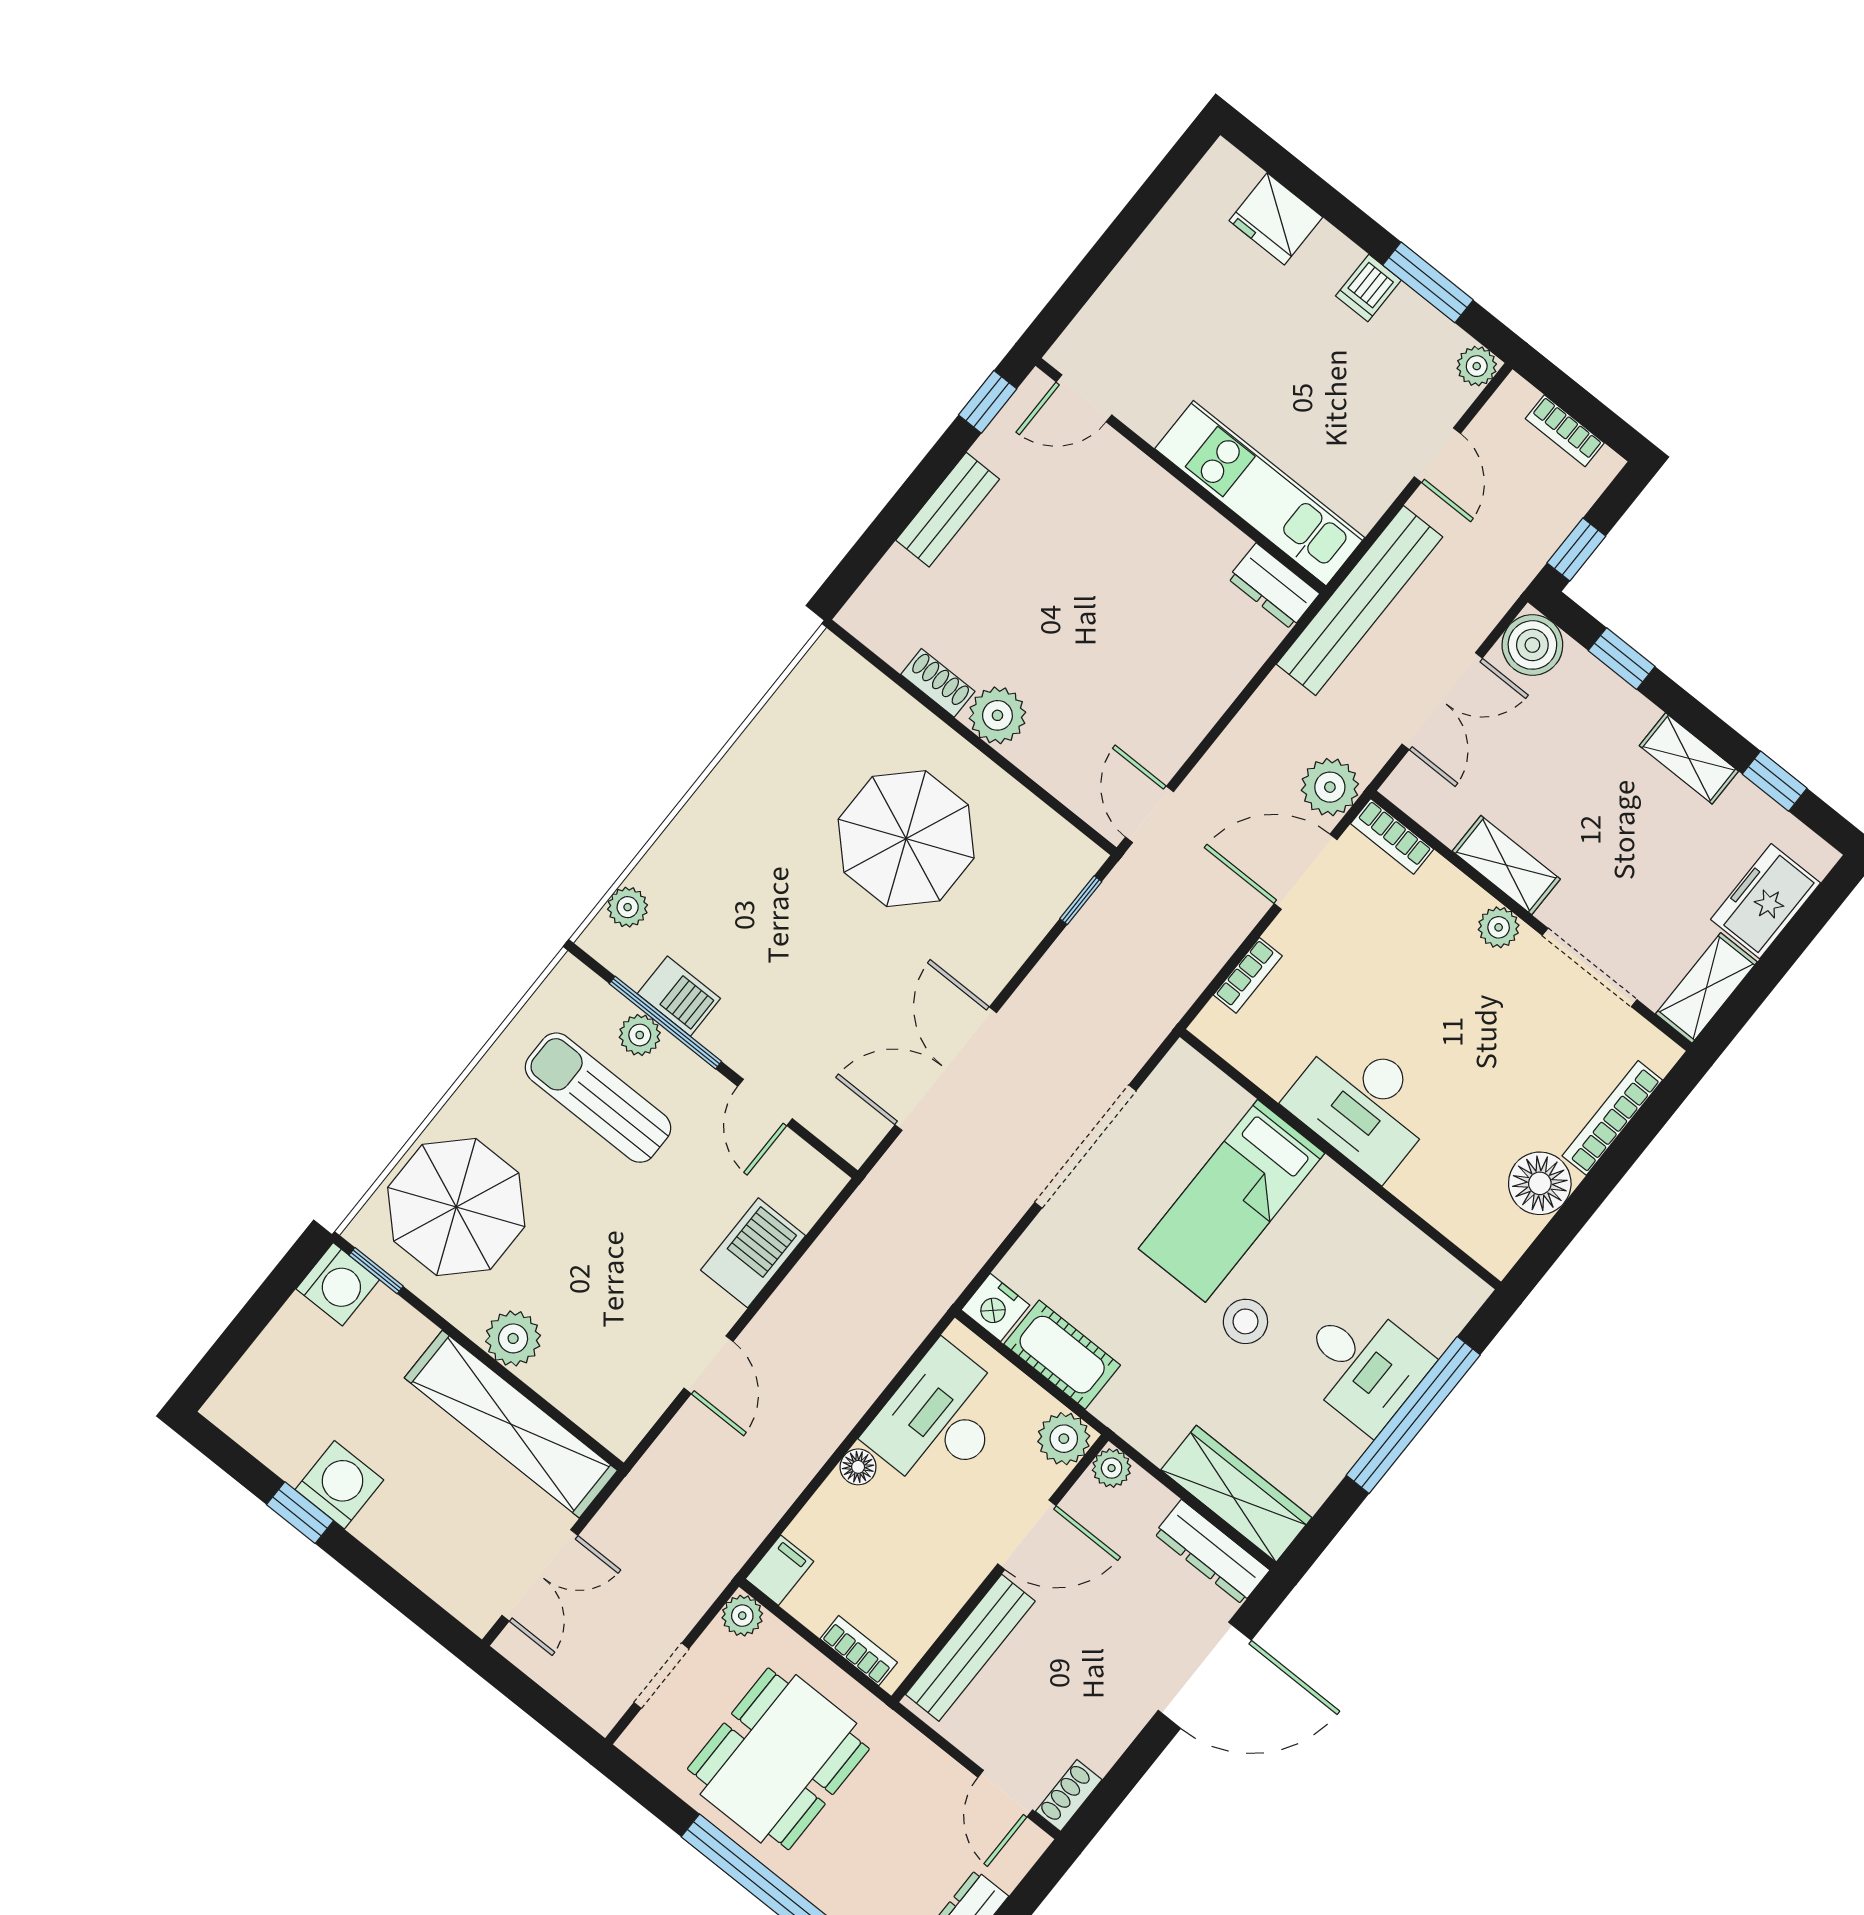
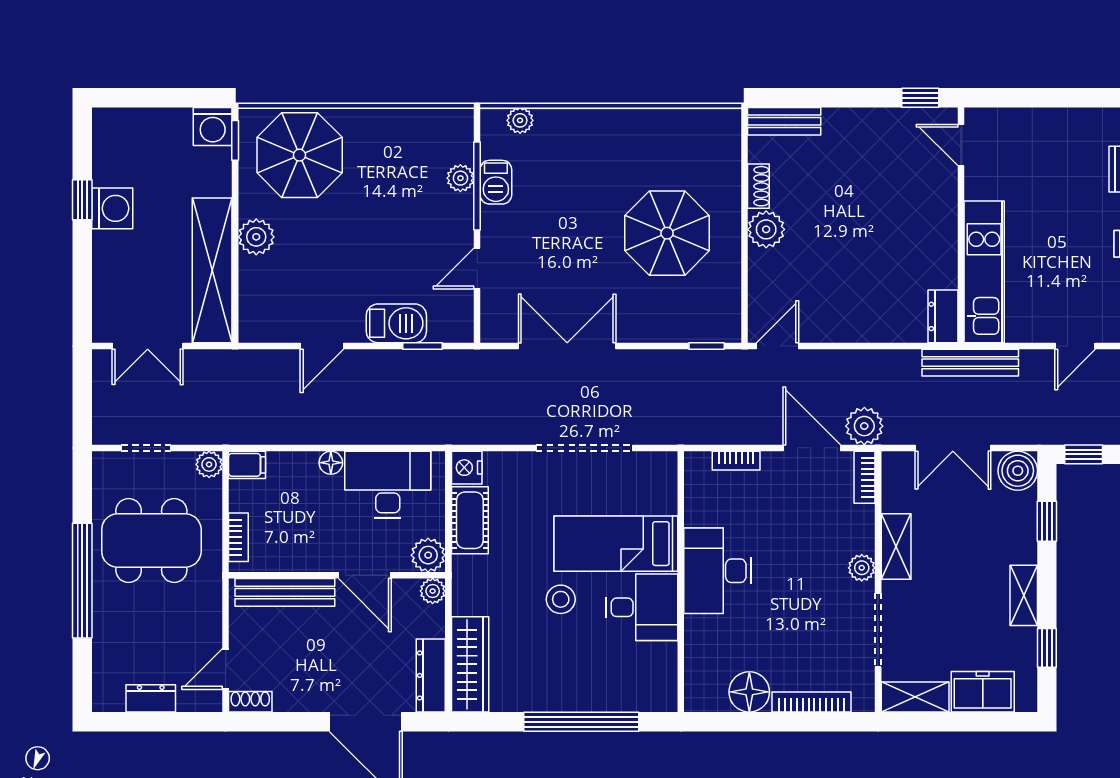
bench: (948, 510) -> (784, 121), moved
bench: (1360, 601) -> (970, 363), width x0.73, depth x0.82
sun lounger: (598, 1098) -> (412, 182), removed
window: (806, 1243) -> (423, 346), added
desk: (1363, 1365) -> (642, 607), moved, turned -90

